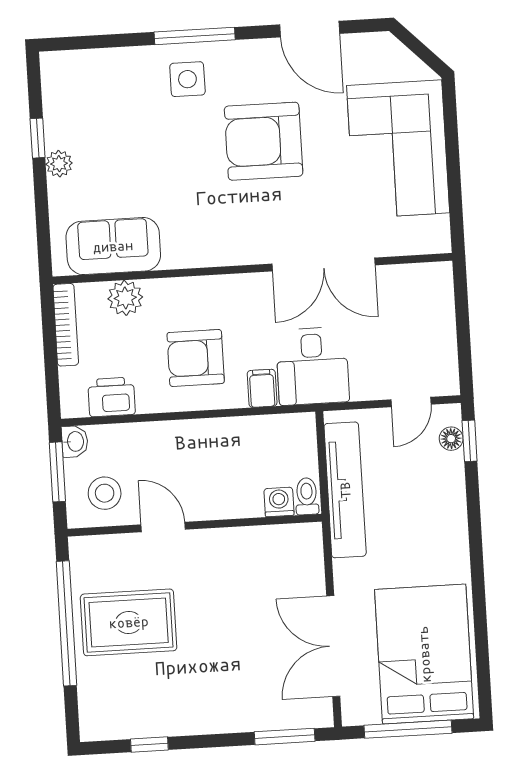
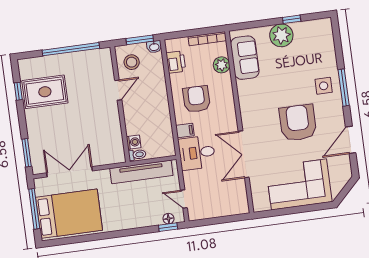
plant: (59, 164) -> (281, 35), width x1.88, depth x1.88
rug: (129, 622) -> (45, 92), moved, turned 90

